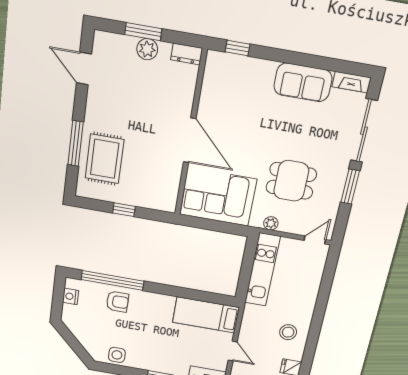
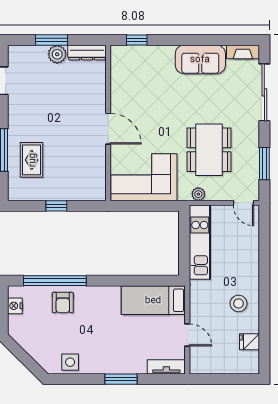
dresser: (187, 54) -> (87, 53), width x1.44
door: (190, 140) -> (108, 129), width x0.73
rug: (105, 159) -> (32, 160), width x0.73, depth x0.70
dining table: (291, 181) -> (209, 150), width x1.38
window: (350, 187) -> (264, 164), moved
door: (315, 240) -> (243, 203), swing flipped
armchair: (117, 302) -> (63, 303), turned 90

